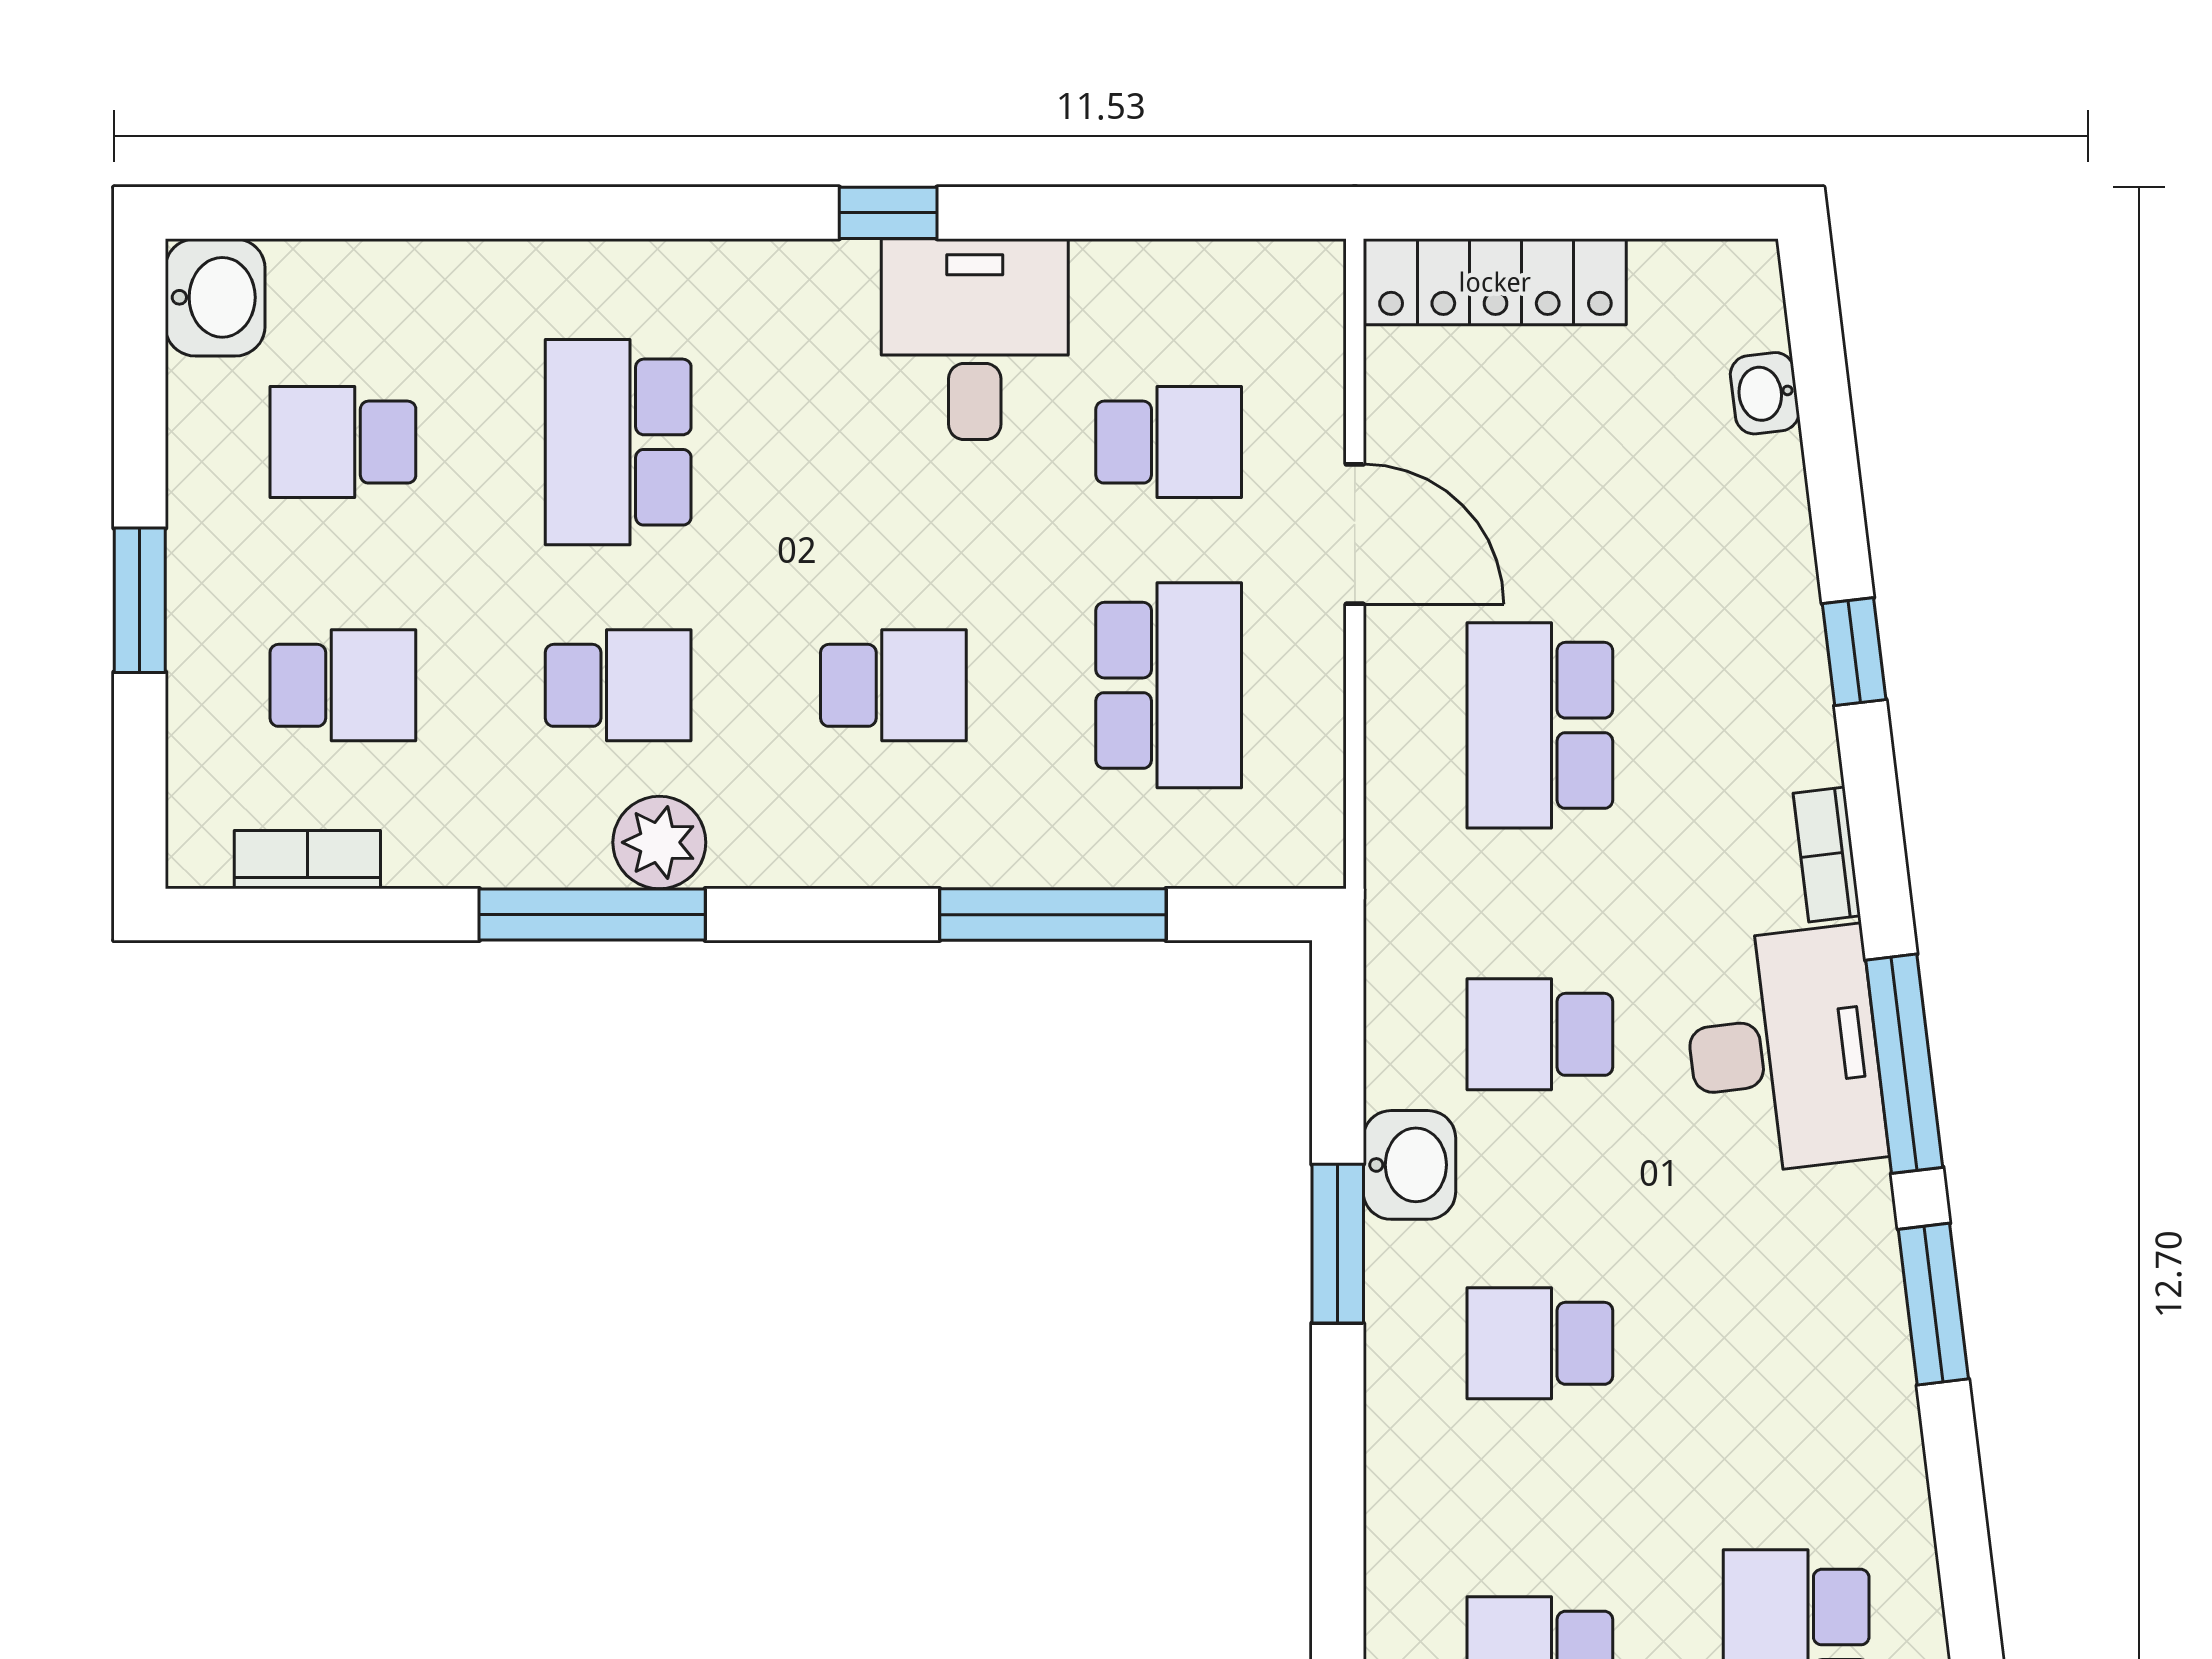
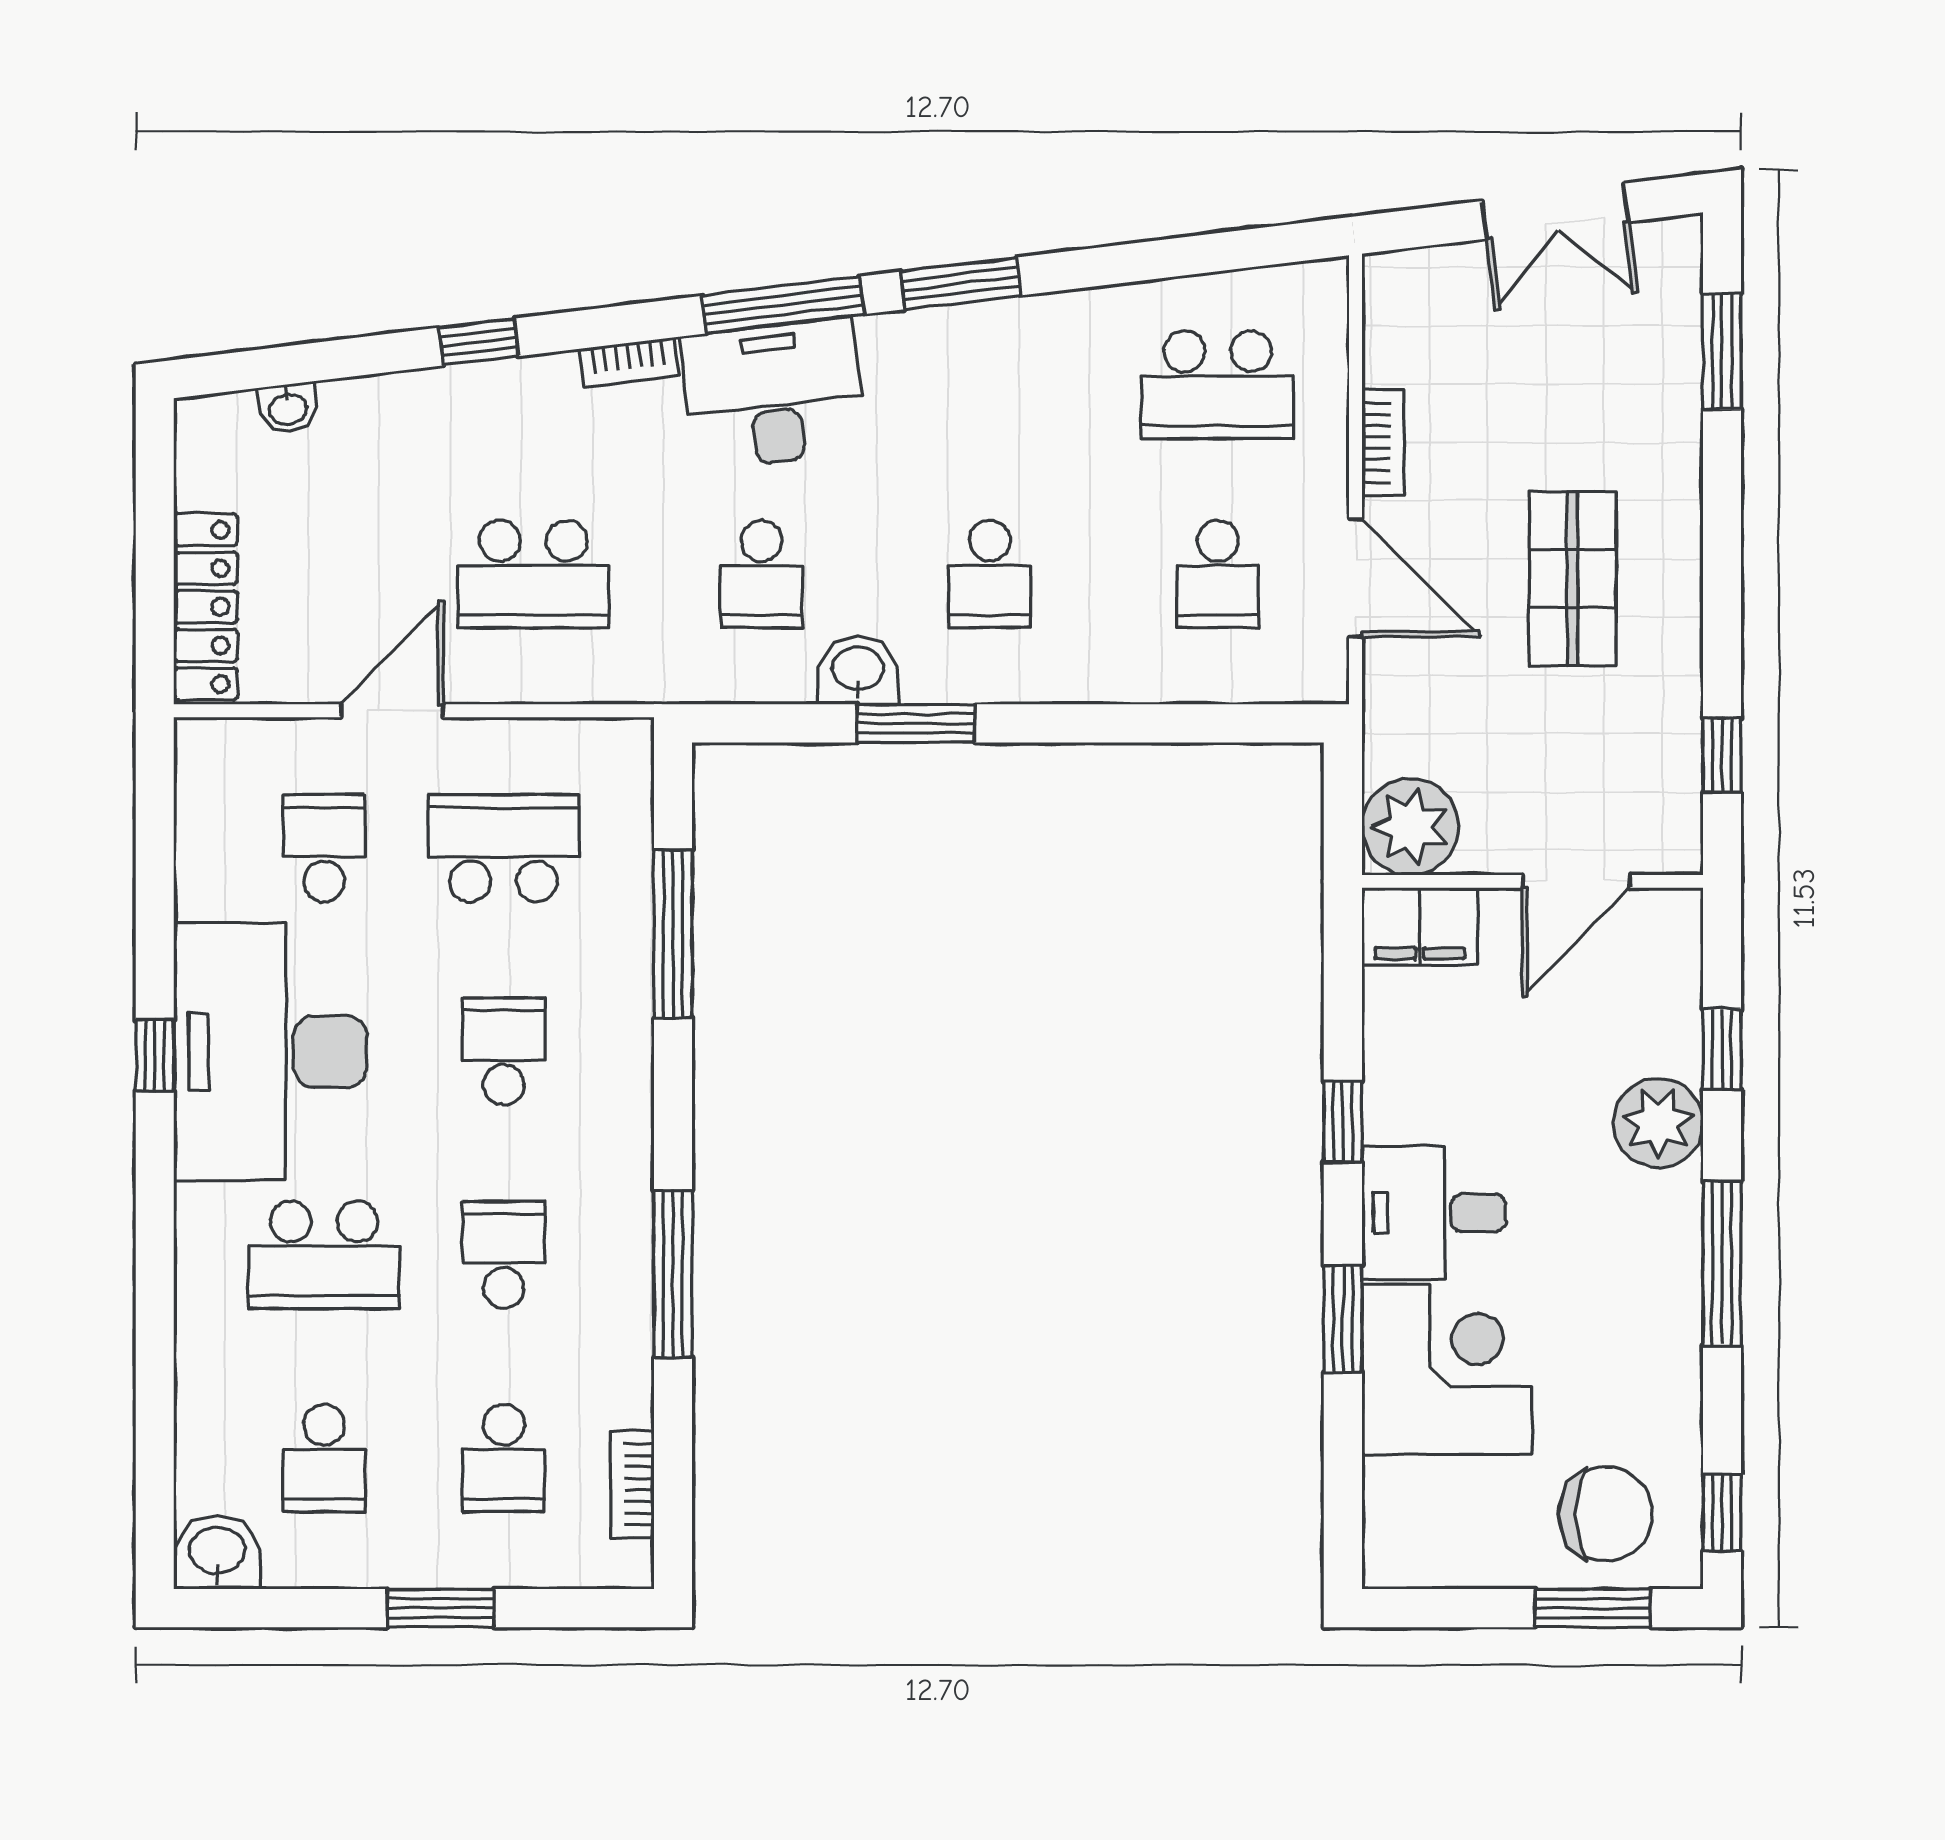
desk: (975, 339) -> (270, 1052), width x1.87, depth x1.30
school desk: (343, 685) -> (504, 1458), turned 180
plant: (659, 842) -> (620, 1224), removed

